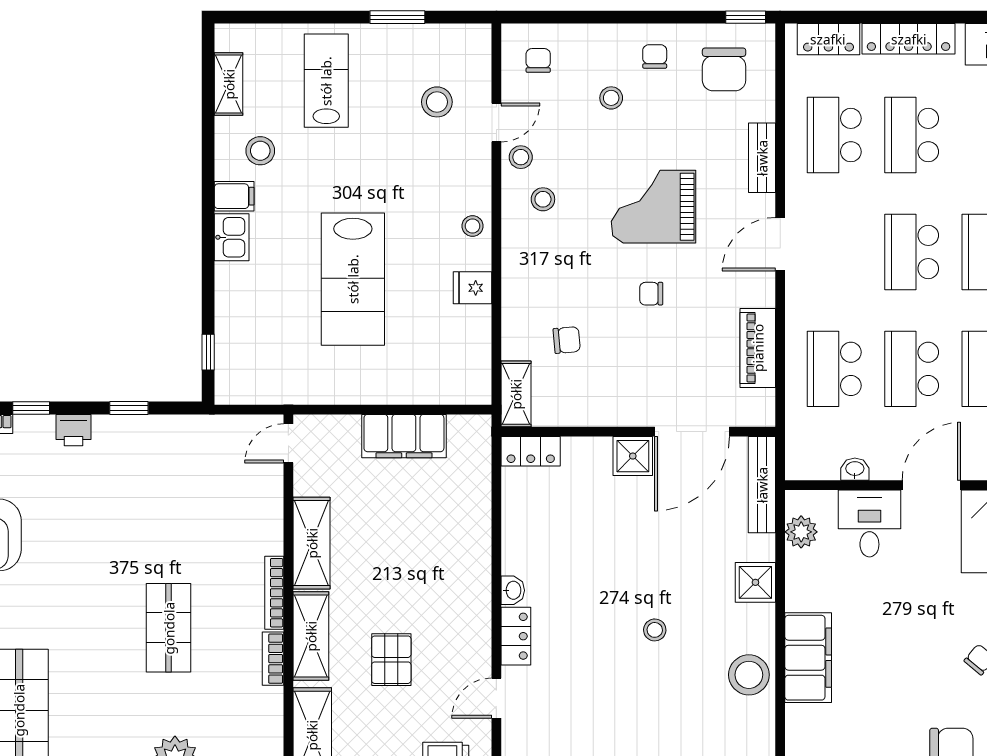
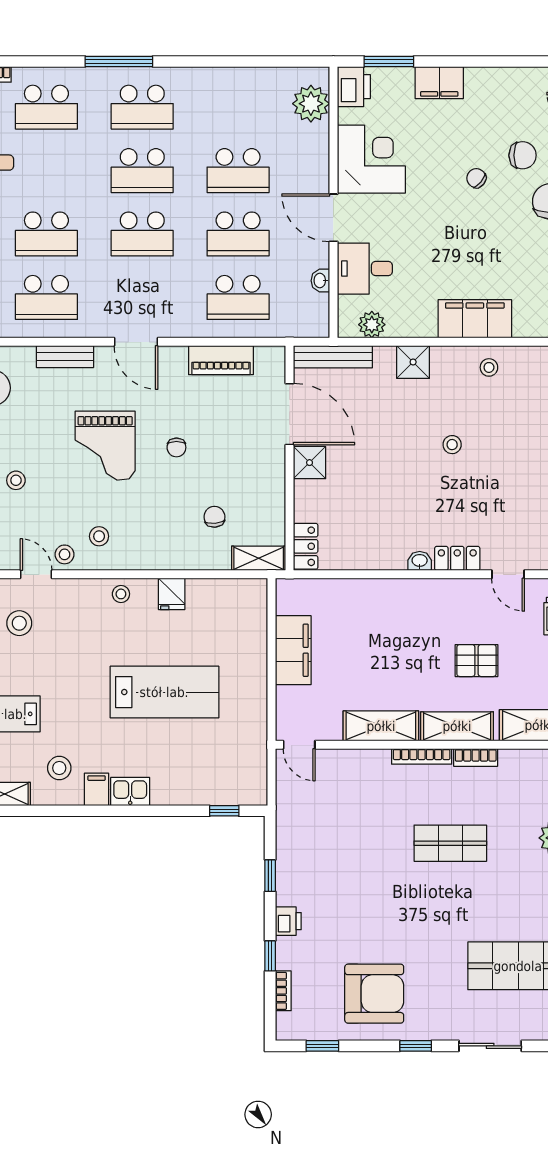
stool: (749, 675) -> (489, 367), width x0.53, depth x0.53

